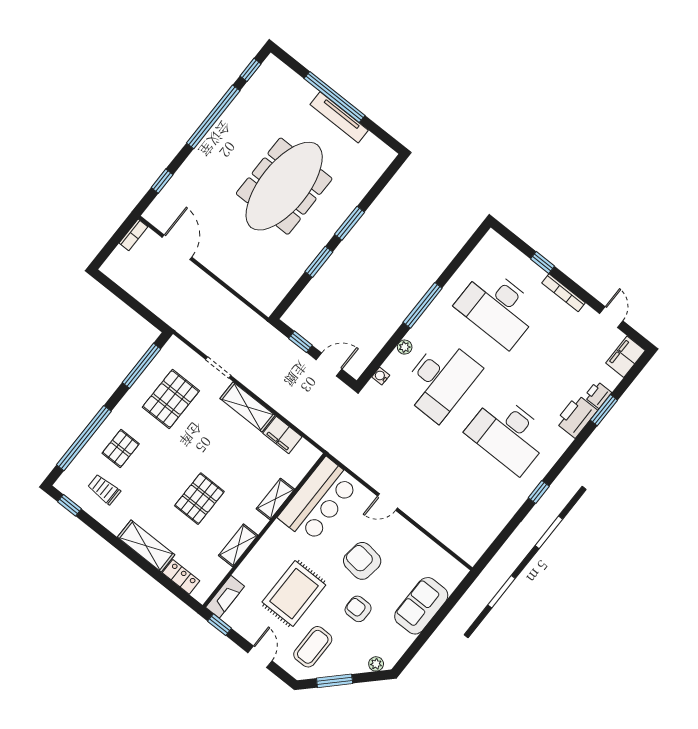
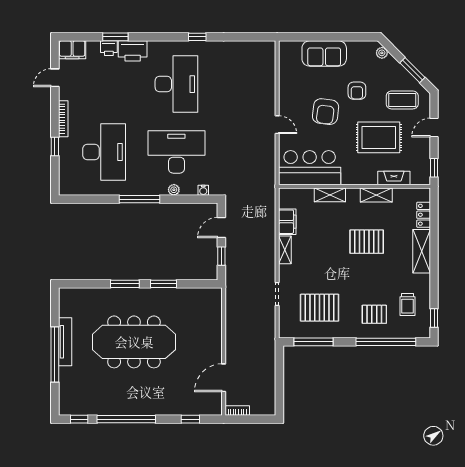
door: (329, 365) -> (221, 228), hinge flipped
shelving: (248, 407) -> (285, 250), width x0.67, depth x0.75
fireplace: (225, 597) -> (394, 178), moved

